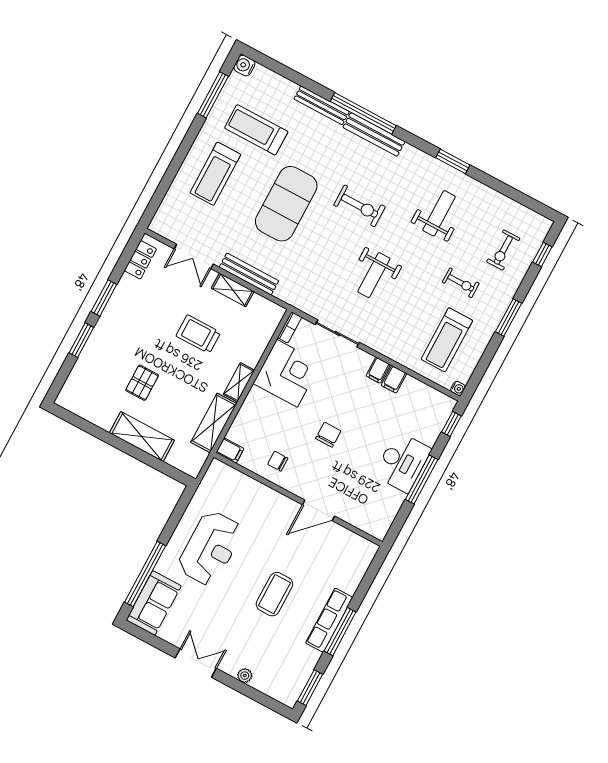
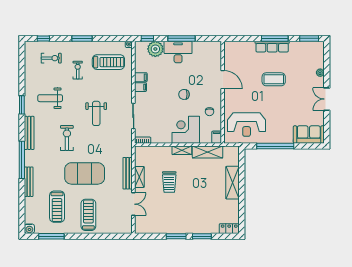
bench: (374, 134) -> (29, 133), moved
treadmill: (215, 174) -> (88, 215), turned -90
locker: (140, 260) -> (229, 229), moved
weight bench: (374, 275) -> (96, 113), turned 90
corner desk: (287, 373) -> (186, 130), moved
pallet: (142, 383) -> (207, 196), removed
plant: (427, 428) -> (155, 49), added
reception desk: (210, 548) -> (247, 125), moved, turned 180
window: (145, 574) -> (275, 146), moved

